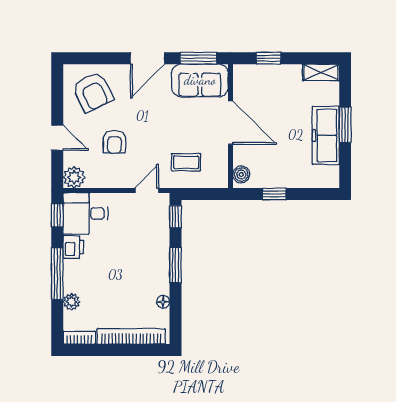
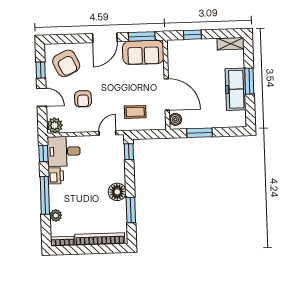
window: (57, 100) -> (41, 70), added
door: (230, 123) -> (167, 94), moved
window: (274, 194) -> (200, 133), width x1.50
window: (175, 265) -> (131, 210), moved
floor lamp: (163, 302) -> (117, 192), moved, width x1.89, depth x1.89

